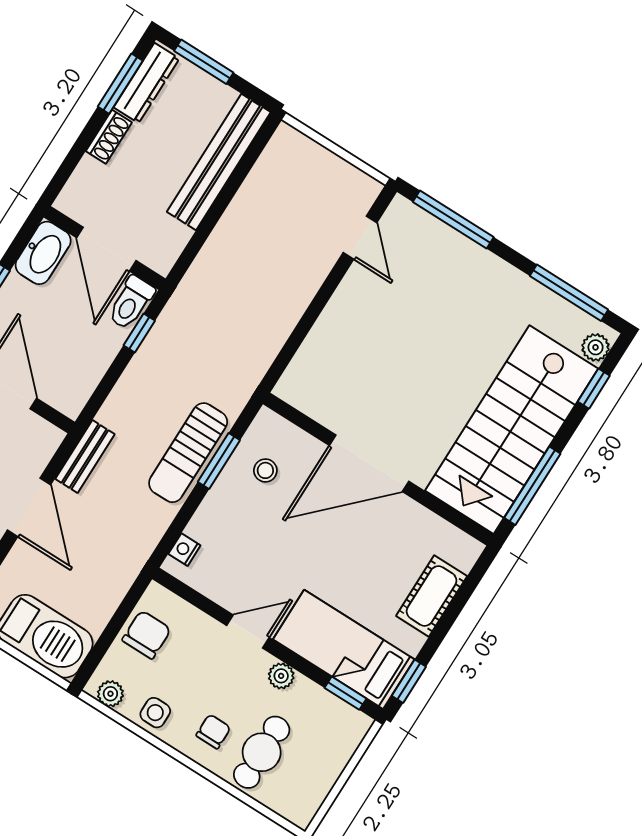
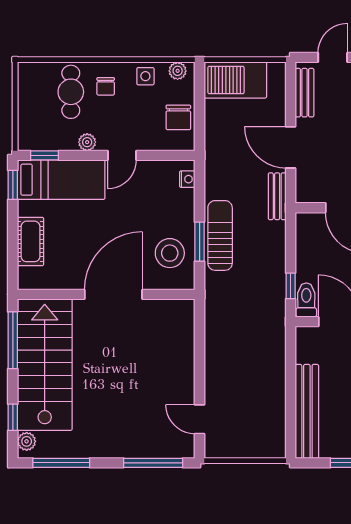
stool: (265, 470) -> (170, 253), width x1.89, depth x1.89

